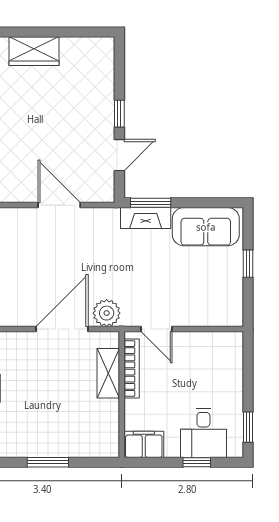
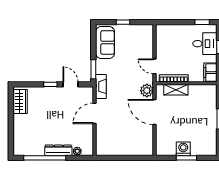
wardrobe: (34, 51) -> (20, 101), moved
fireplace: (146, 218) -> (101, 86), moved
door: (157, 329) -> (155, 66), swing flipped

